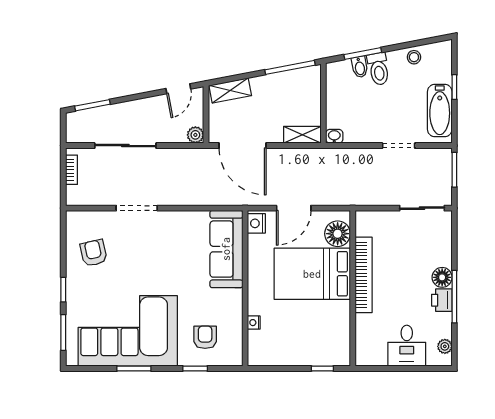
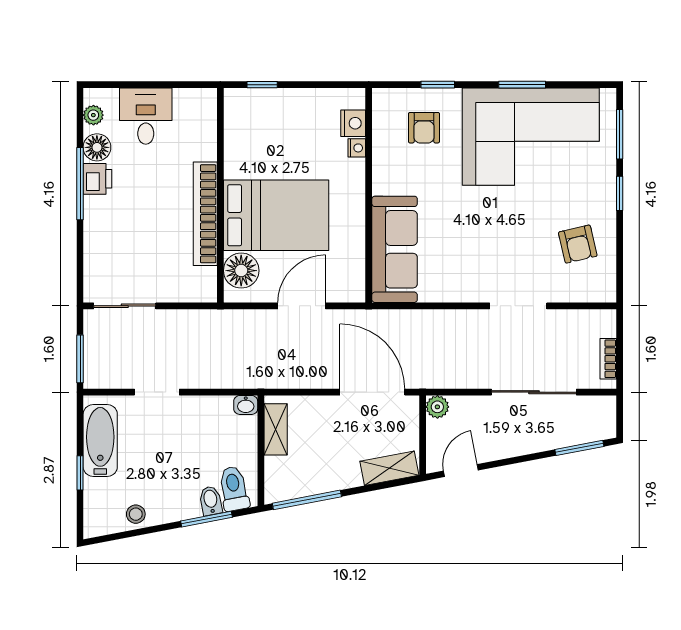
toilet: (378, 69) -> (234, 489), moved
shelving: (302, 135) -> (276, 429), moved, turned 90
nightstand: (256, 223) -> (353, 123), moved
floor lamp: (442, 277) -> (97, 147), moved

